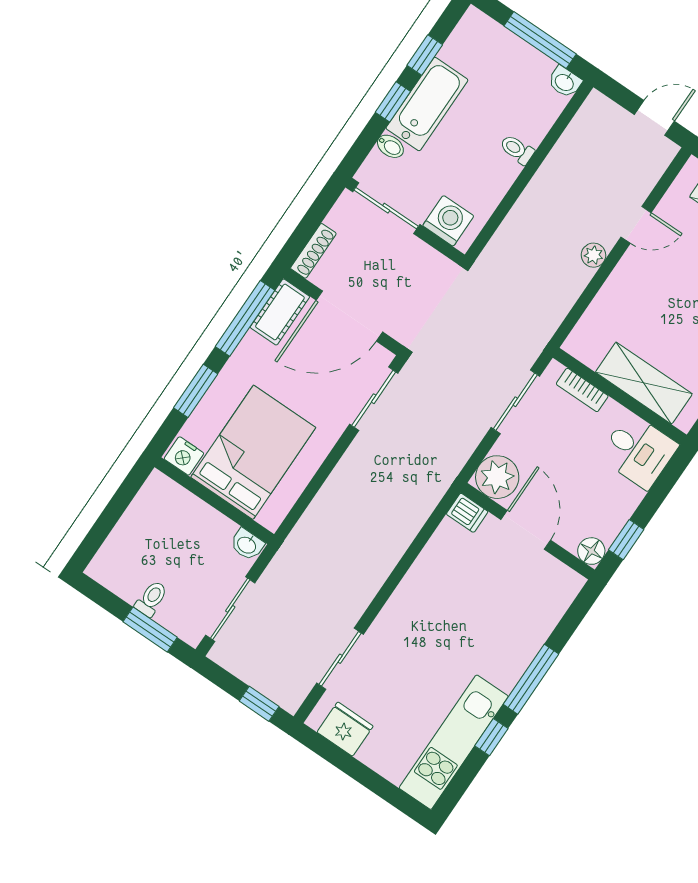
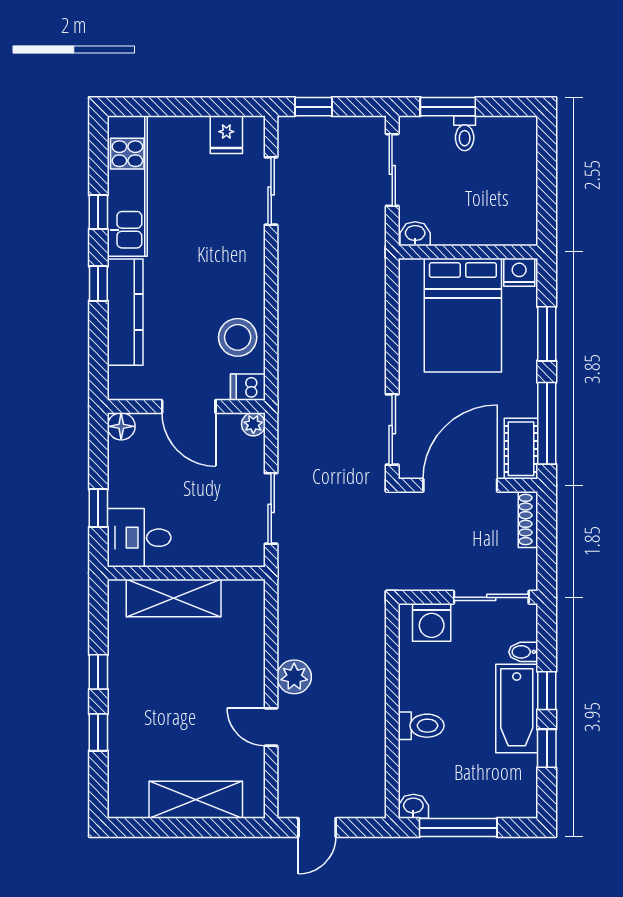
toilet: (517, 149) -> (421, 726), width x1.37, depth x1.39
door: (636, 225) -> (271, 727), hinge flipped
plant: (593, 255) -> (294, 677), width x1.38, depth x1.38
bookcase: (582, 390) -> (221, 557), removed
plant: (497, 477) -> (253, 424), width x0.53, depth x0.53
window: (626, 540) -> (98, 508), moved
stool: (448, 559) -> (238, 337), added
kitchen counter: (525, 641) -> (125, 312), added
window: (531, 679) -> (98, 284), width x0.46
fridge: (345, 729) -> (226, 135), width x0.72

